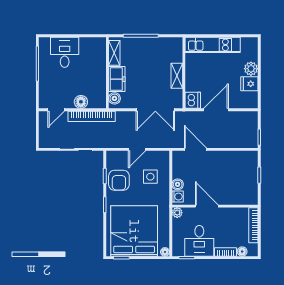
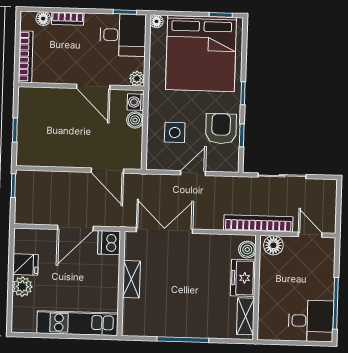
desk: (65, 52) -> (311, 321), moved, turned -90
shelving: (114, 53) -> (245, 316), moved
wall: (107, 73) -> (257, 287), moved
freezer: (117, 79) -> (243, 278), moved
boiler: (114, 98) -> (247, 250), moved
door: (56, 110) -> (310, 235), hinge flipped
desk: (199, 241) -> (123, 35), moved, turned 90

